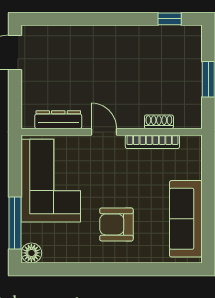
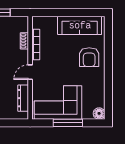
window: (15, 223) -> (68, 123), moved
armchair: (116, 224) -> (89, 57), moved

